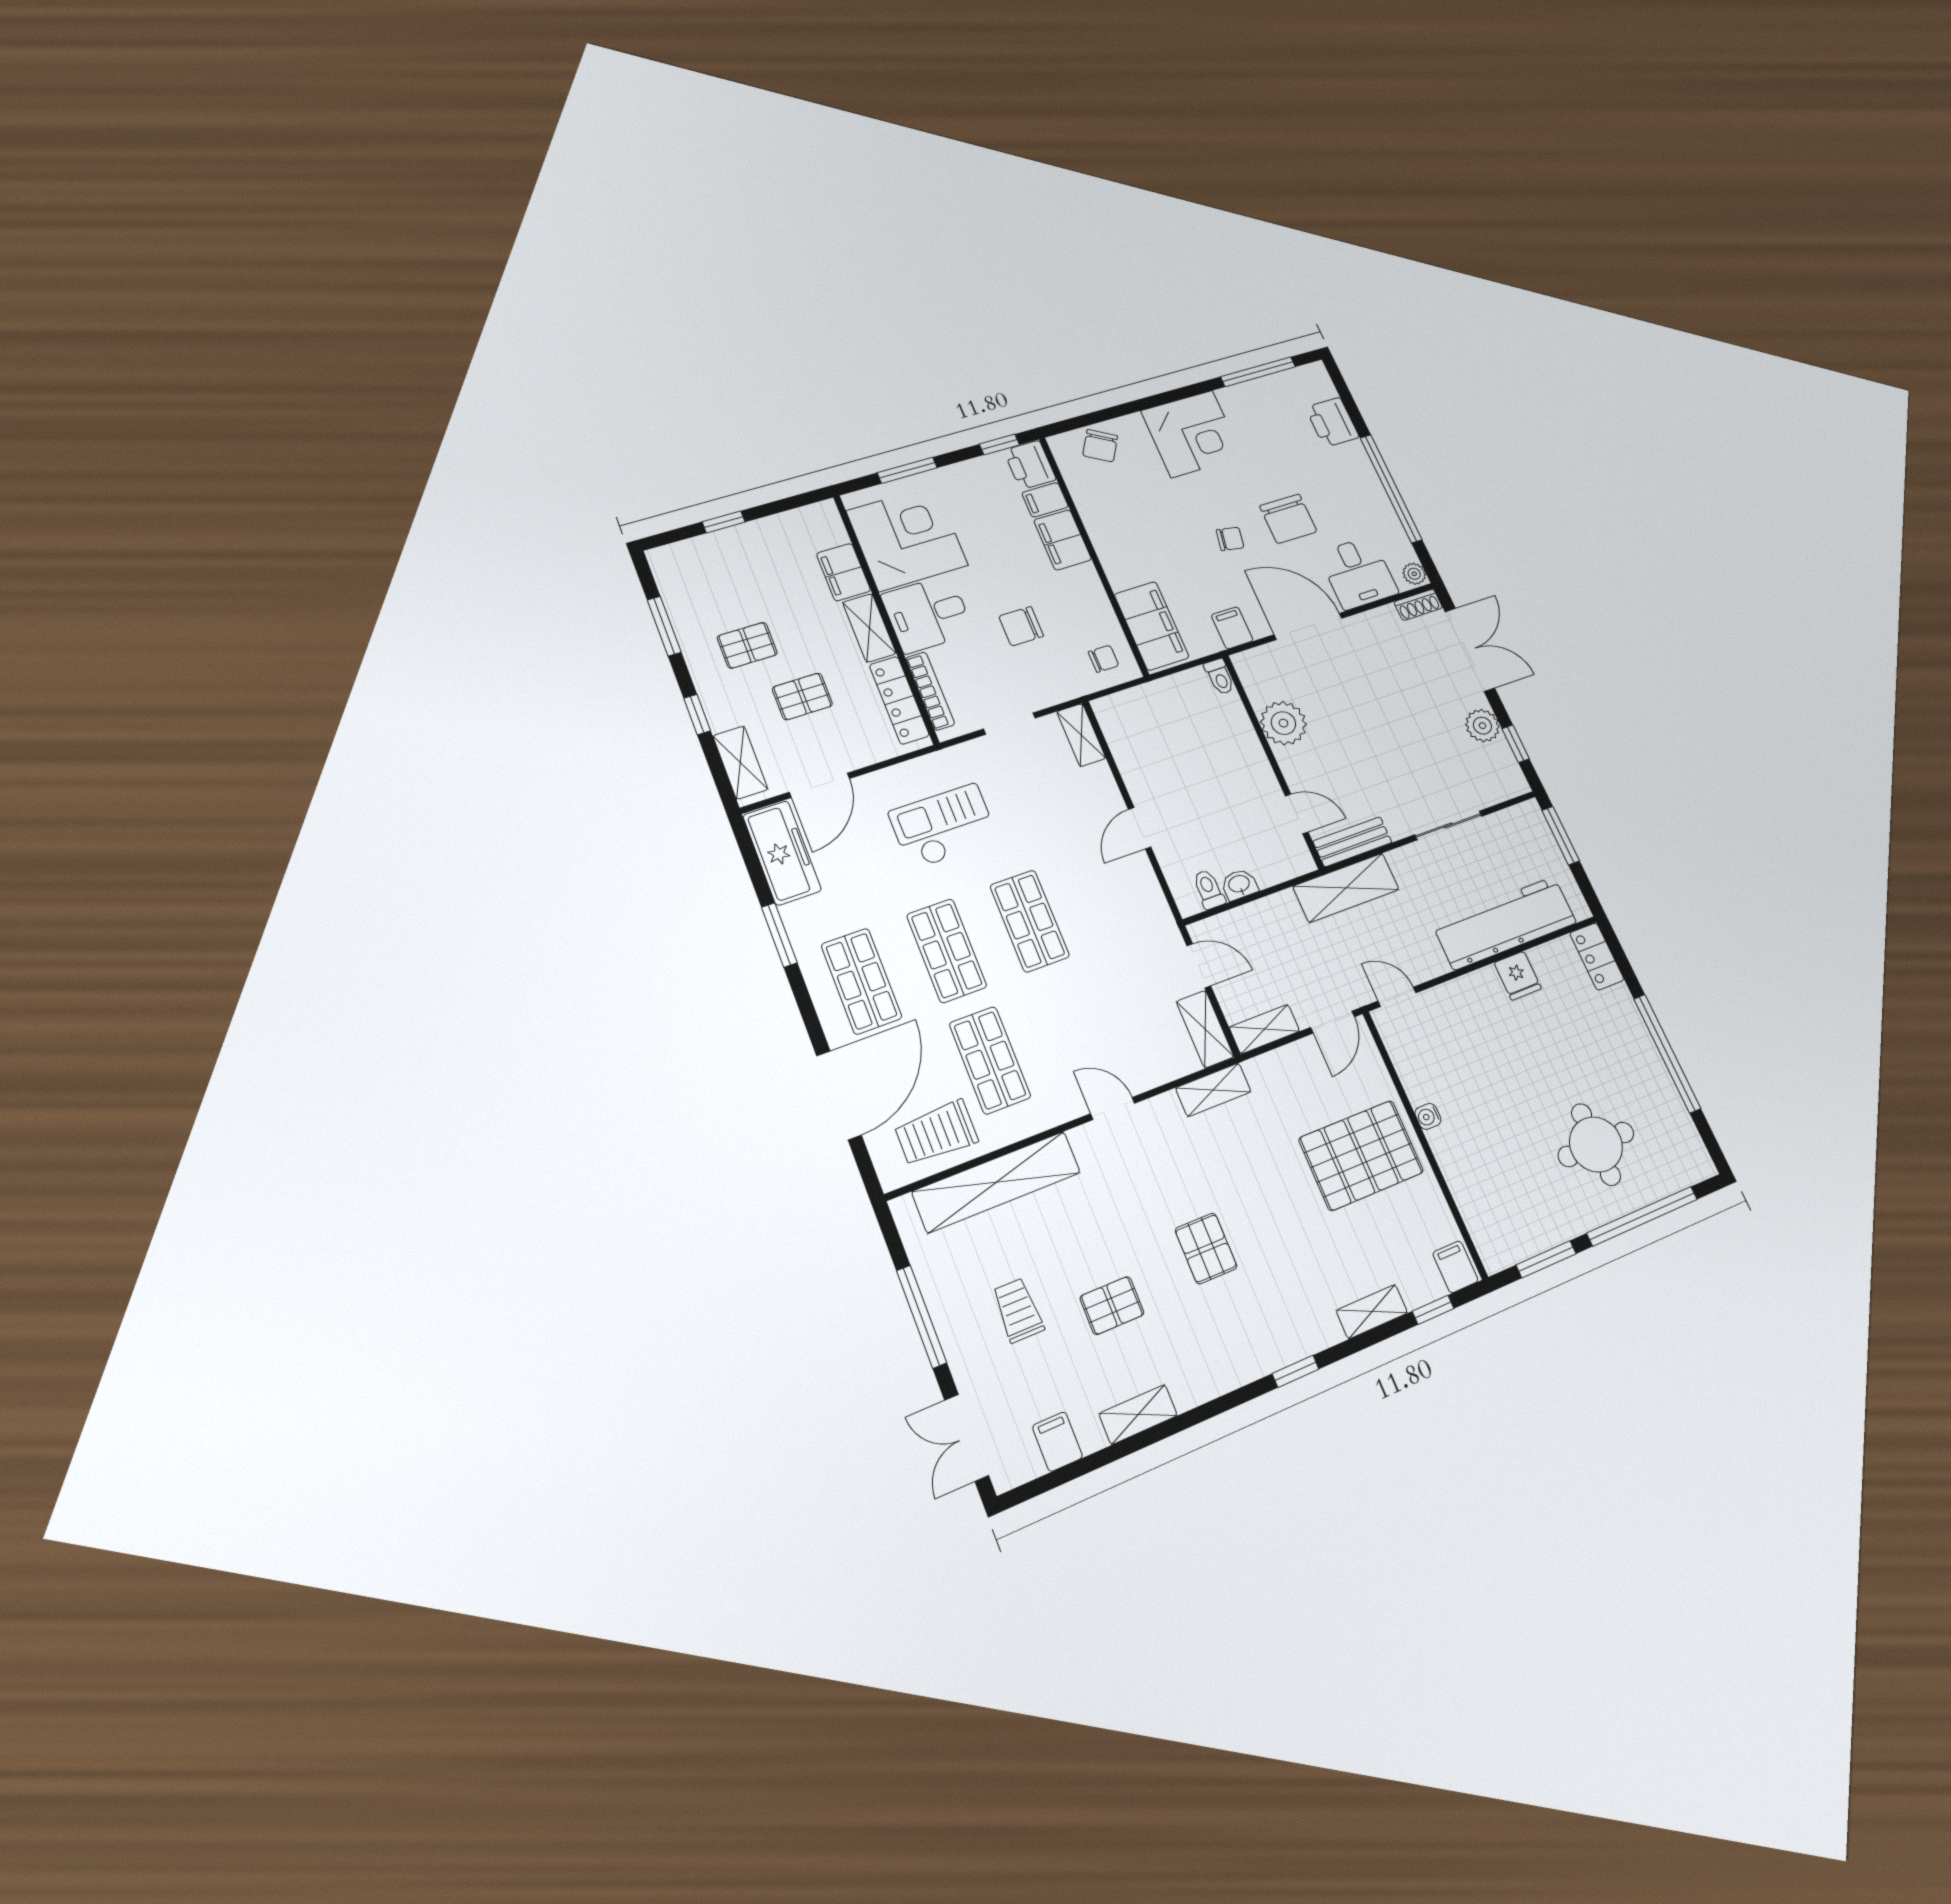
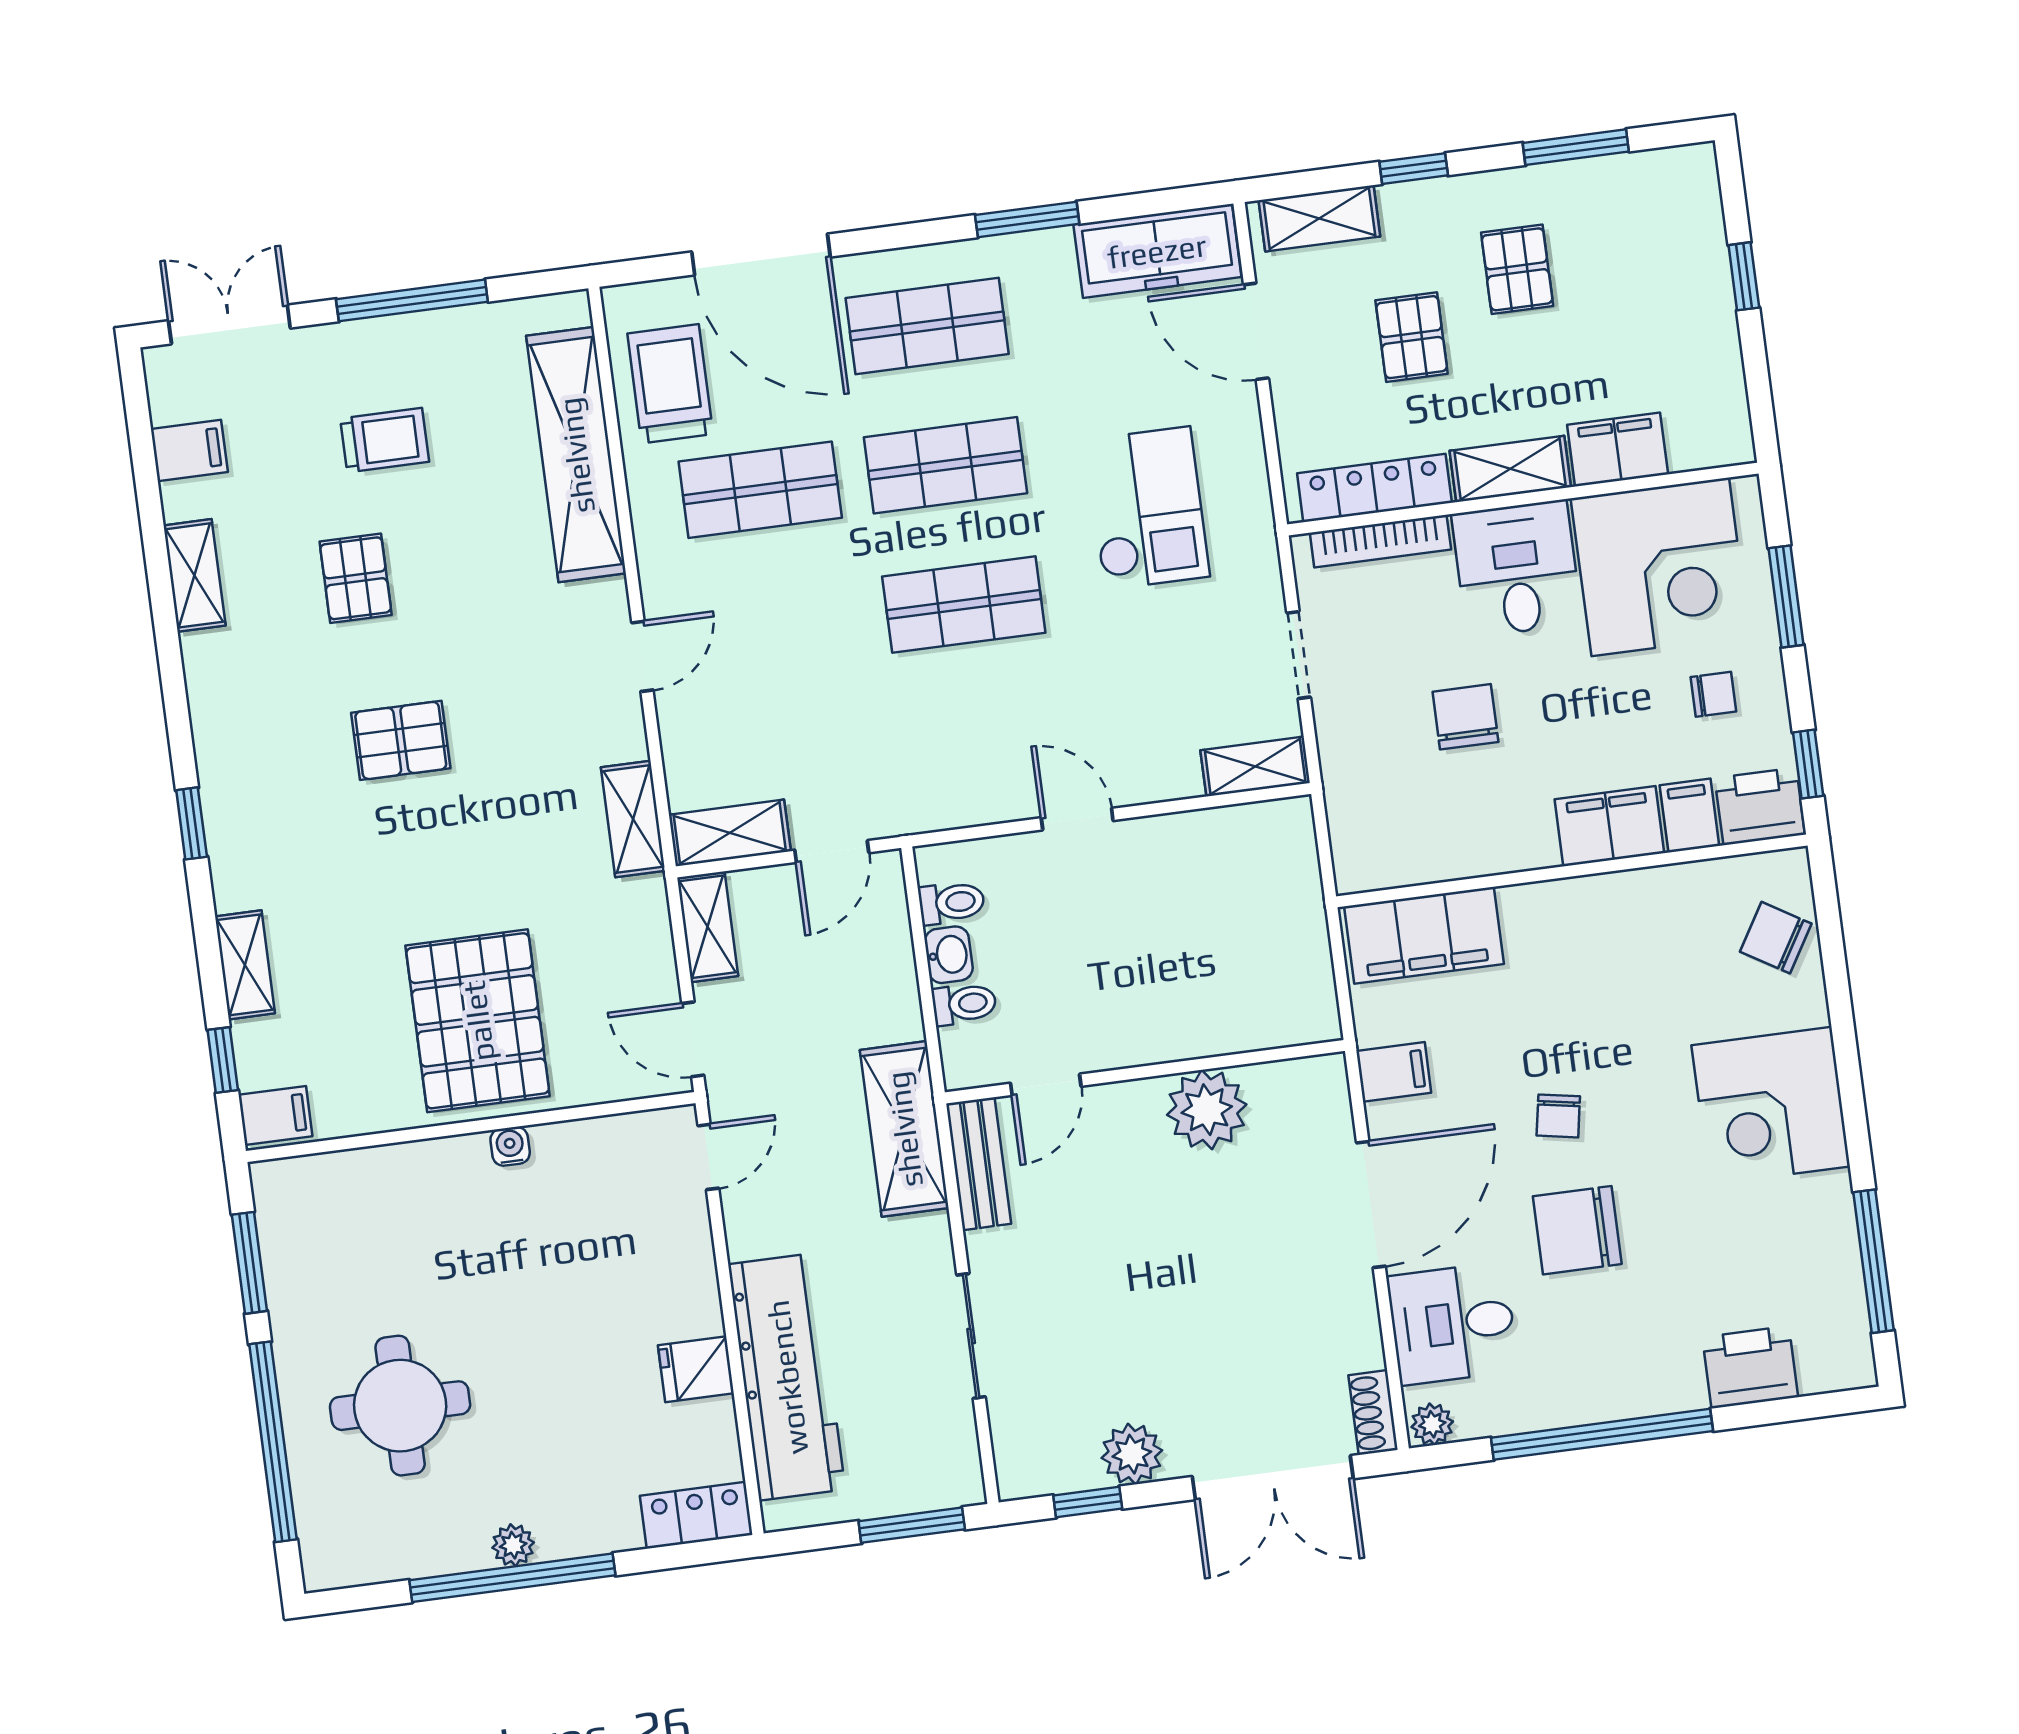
chair: (1103, 659) -> (1713, 694), moved, turned -90
toilet: (1220, 677) -> (964, 1004), moved, turned 180
plant: (1649, 1057) -> (513, 1545), added

